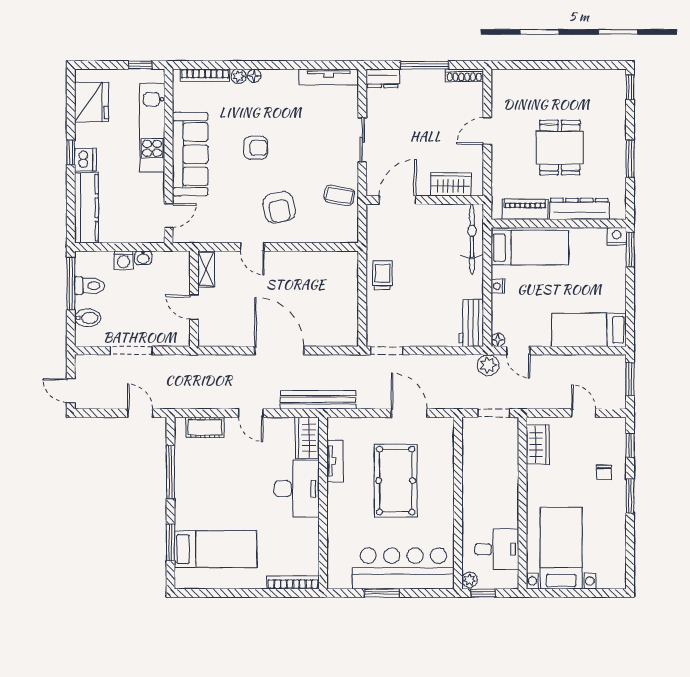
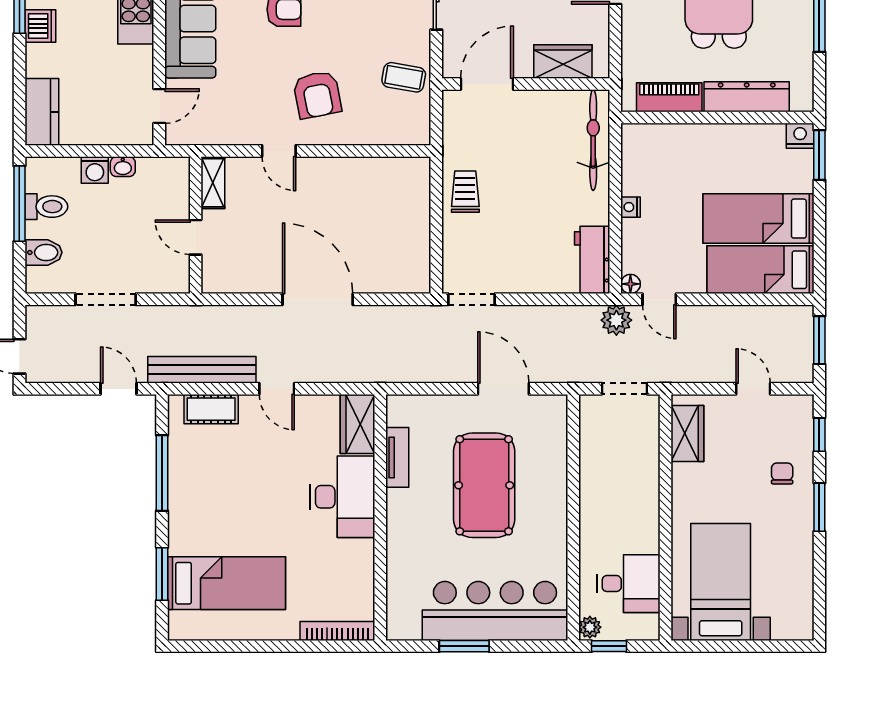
kitchen counter: (86, 208) -> (42, 112), width x0.67
bed: (530, 248) -> (758, 219), moved, turned 180
bench: (318, 400) -> (202, 370), moved
chair: (604, 472) -> (782, 473), turned 180

